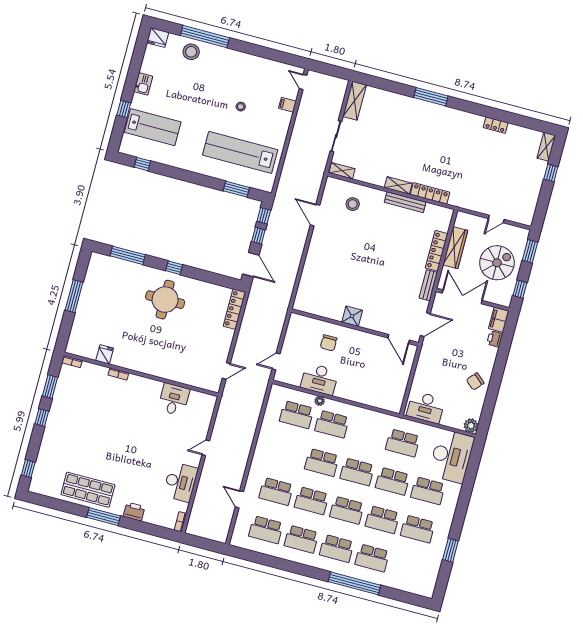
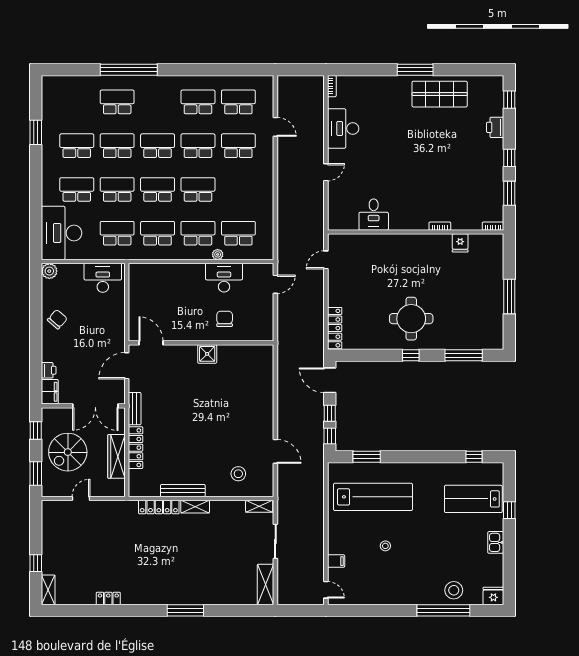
printer: (134, 512) -> (495, 127), moved, turned 90
school desk: (337, 549) -> (158, 233), moved

